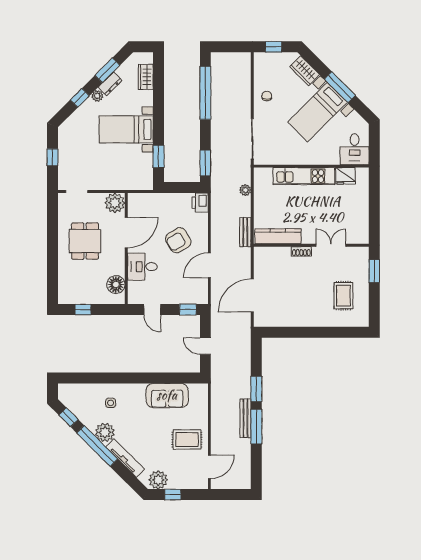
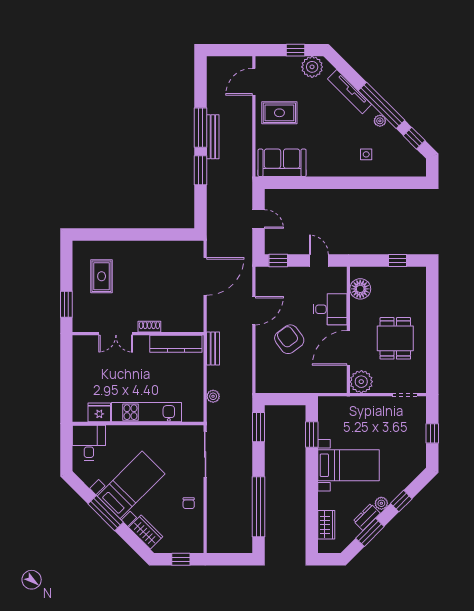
printer: (200, 203) -> (264, 382), removed
armchair: (178, 240) -> (289, 339), turned -95
sofa: (167, 395) -> (282, 163), moved
plant: (105, 432) -> (380, 121), width x0.53, depth x0.53

